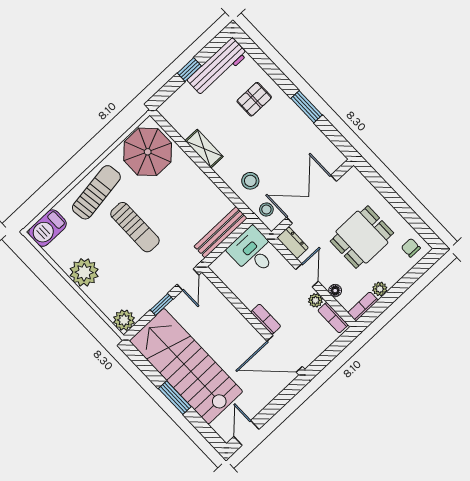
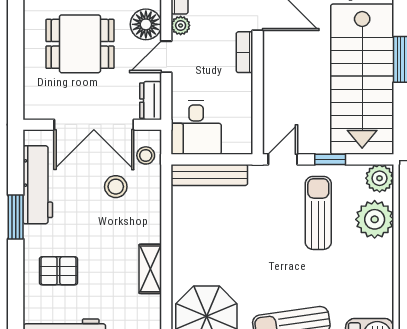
workbench: (311, 136) -> (38, 185), added
stool: (250, 181) -> (116, 187), moved
sun lounger: (135, 227) -> (318, 213), moved
plant: (84, 272) -> (375, 219), moved
floor lamp: (335, 291) -> (146, 24), width x1.89, depth x1.89

